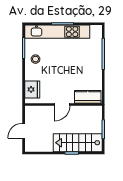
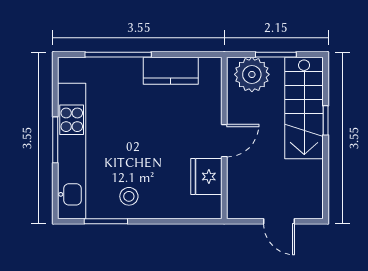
fridge: (32, 89) -> (206, 177), moved, turned -90
kitchen counter: (88, 97) -> (171, 71), moved, turned -90
door: (62, 105) -> (224, 141), hinge flipped
plant: (94, 118) -> (252, 74), added

